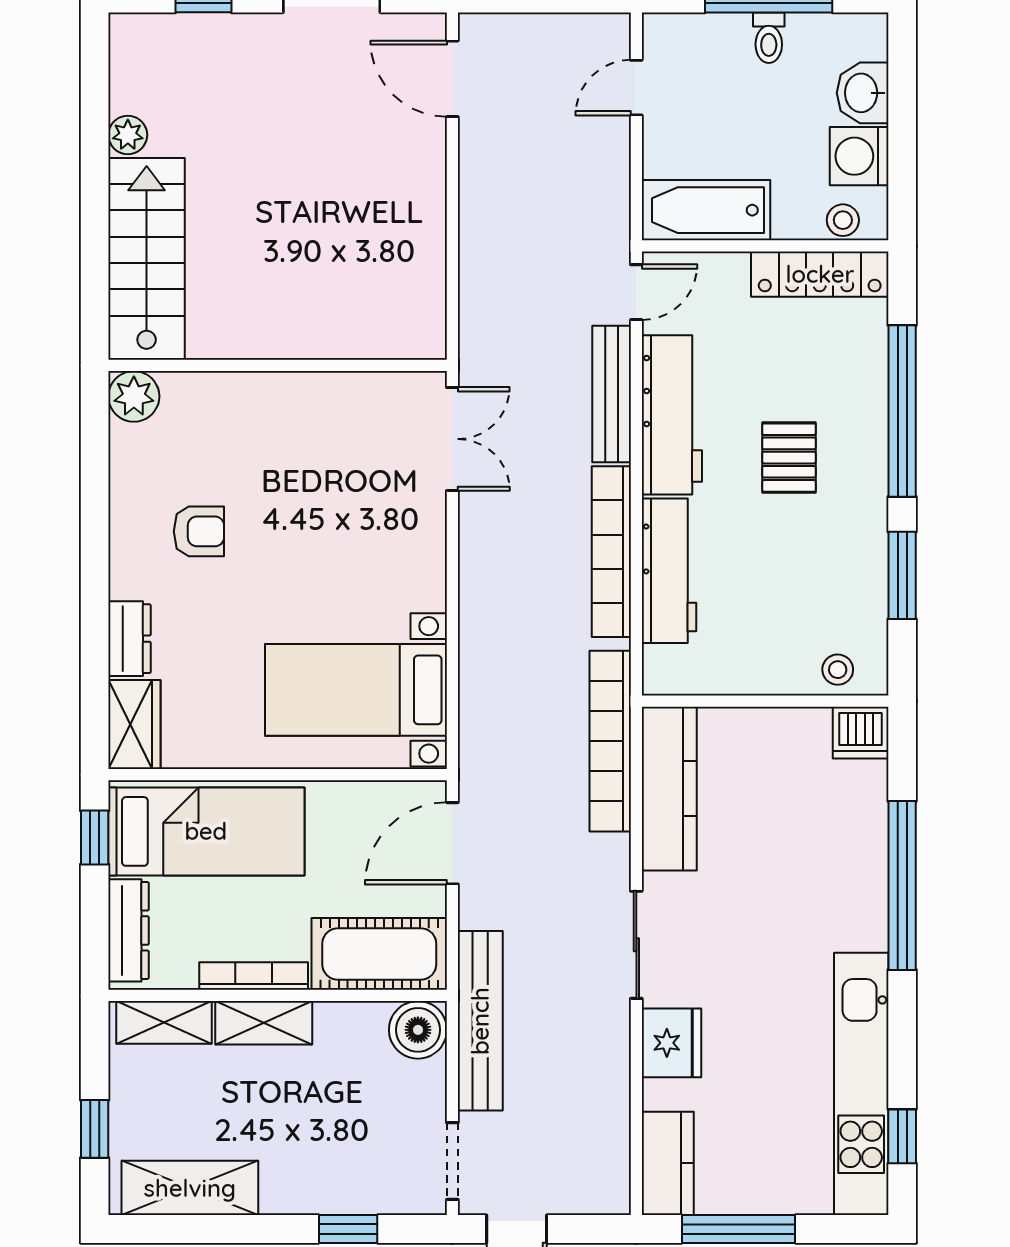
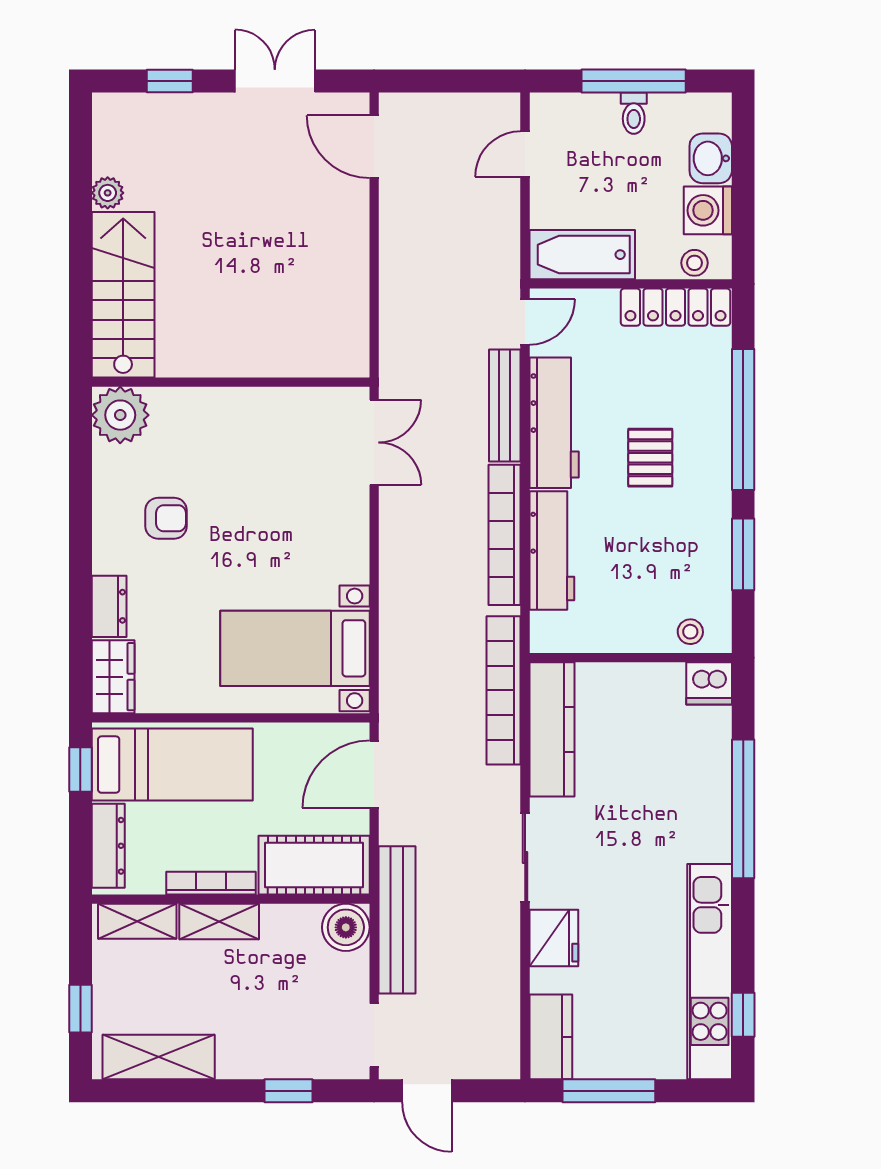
plant: (134, 396) -> (120, 415), width x1.36, depth x1.36

